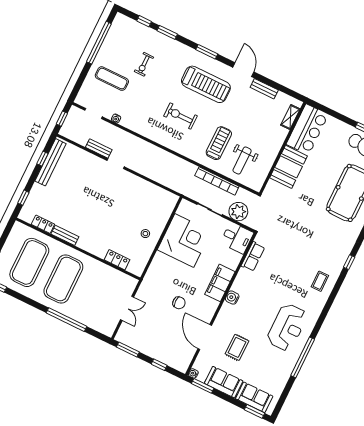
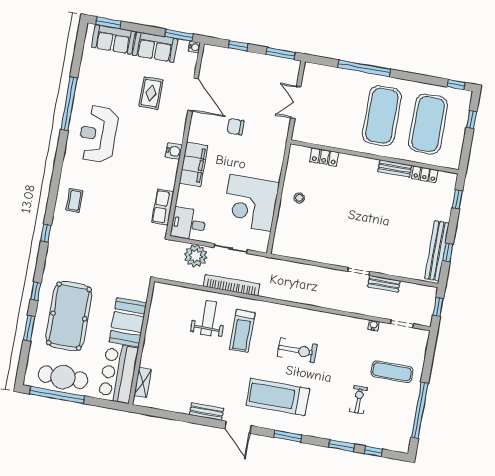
shelving: (290, 117) -> (143, 382), moved
bar counter: (307, 129) -> (118, 373), moved
wall: (283, 148) -> (141, 343), moved
booth: (289, 167) -> (128, 322), moved

